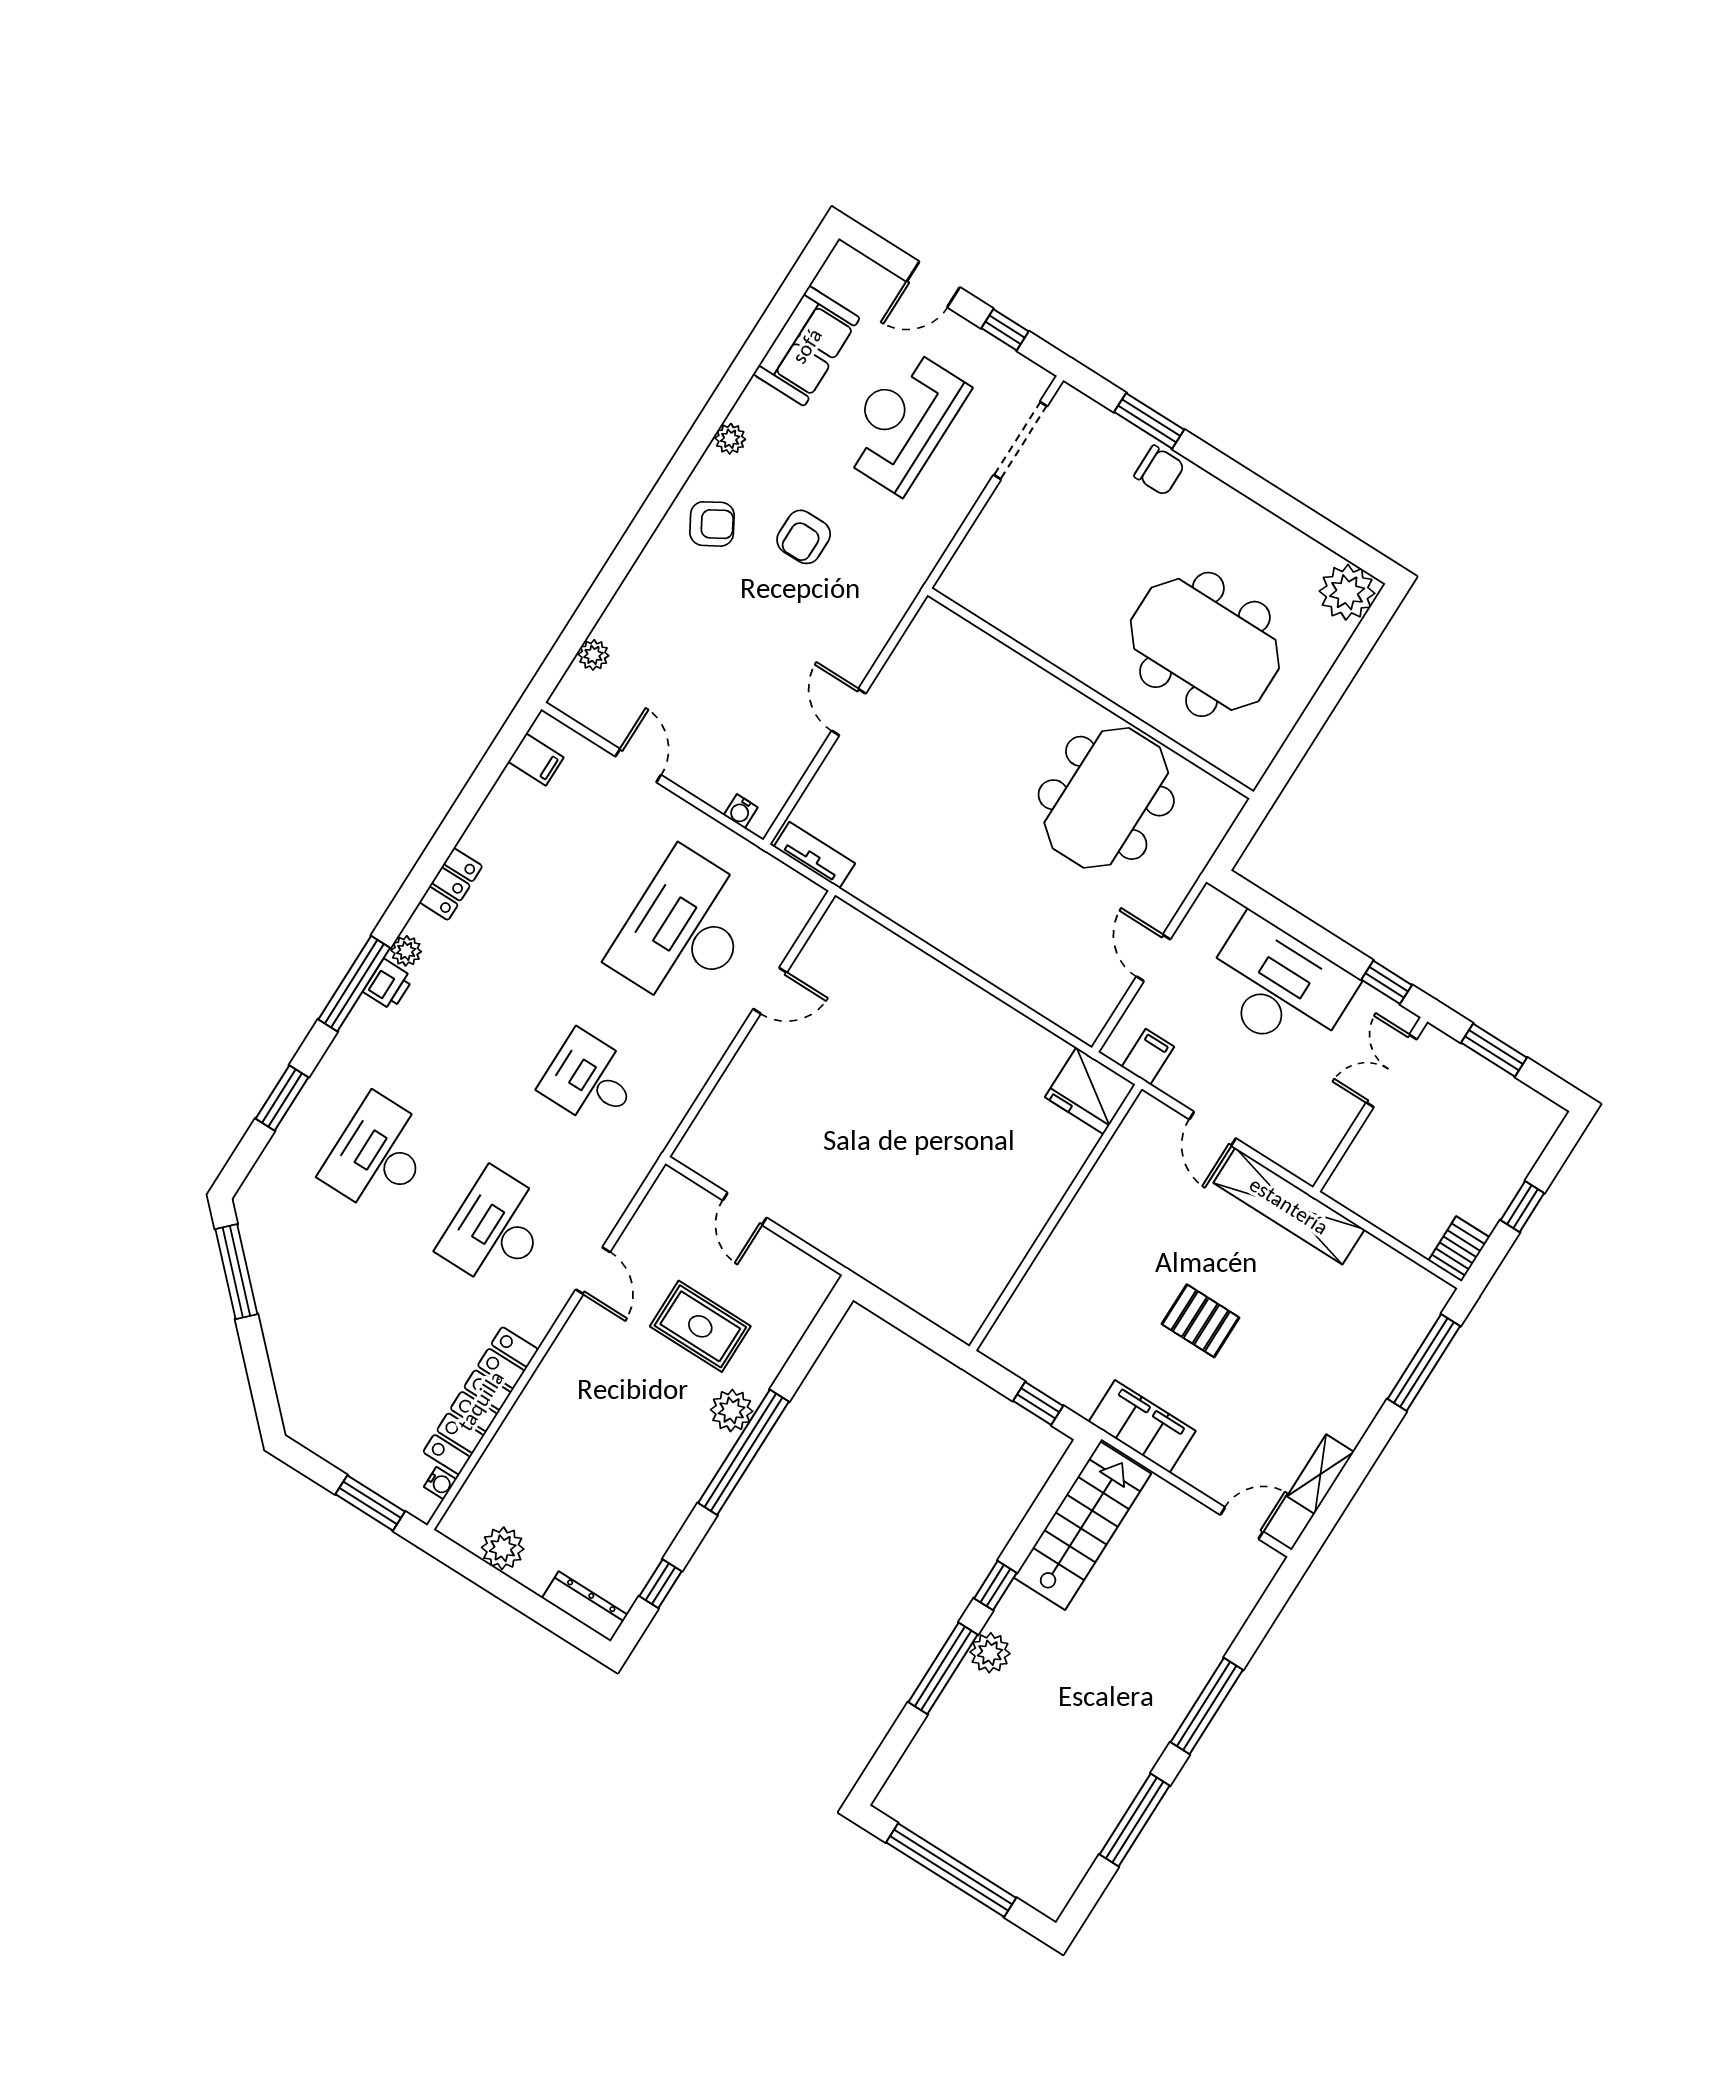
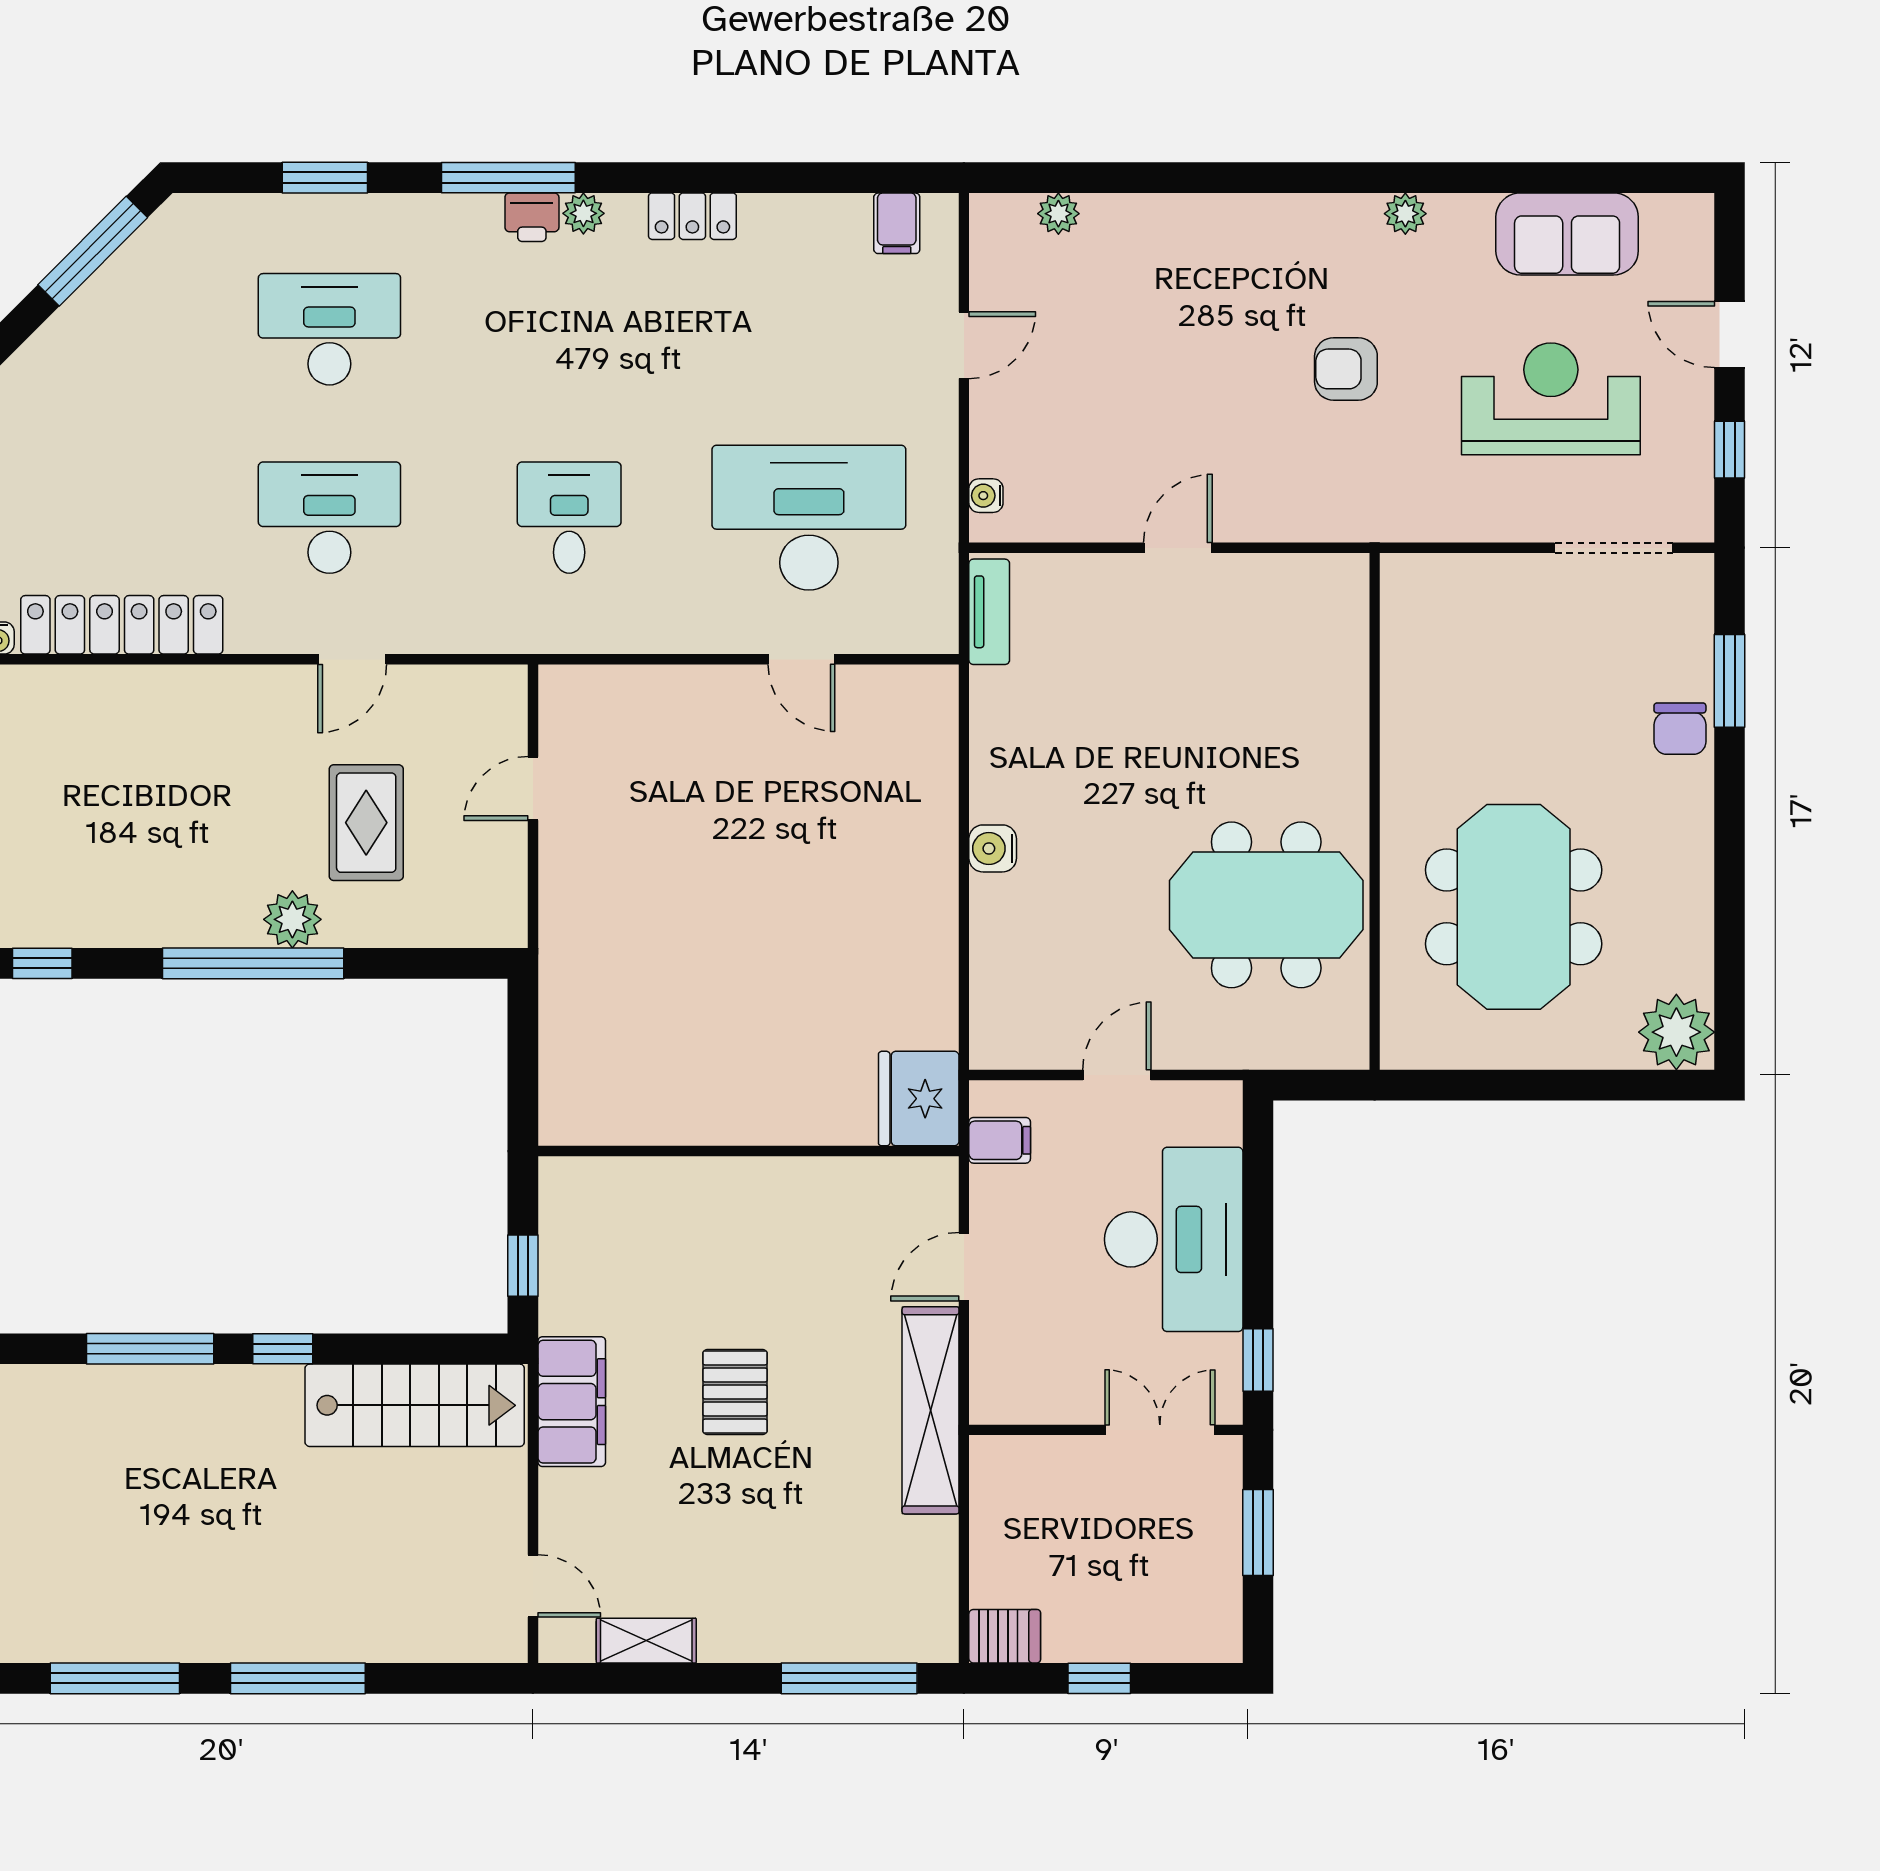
armchair: (712, 524) -> (1295, 255), removed
water cooler: (963, 946) -> (993, 848), added
plant: (990, 1653) -> (202, 1391), removed

